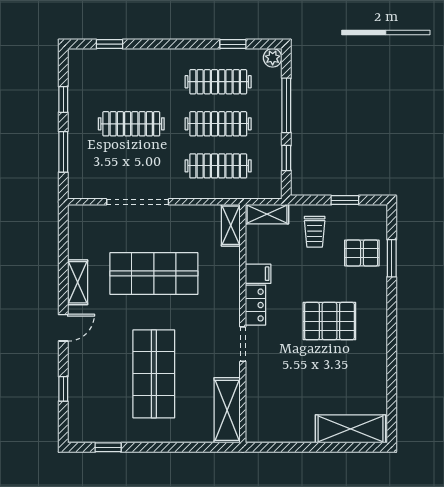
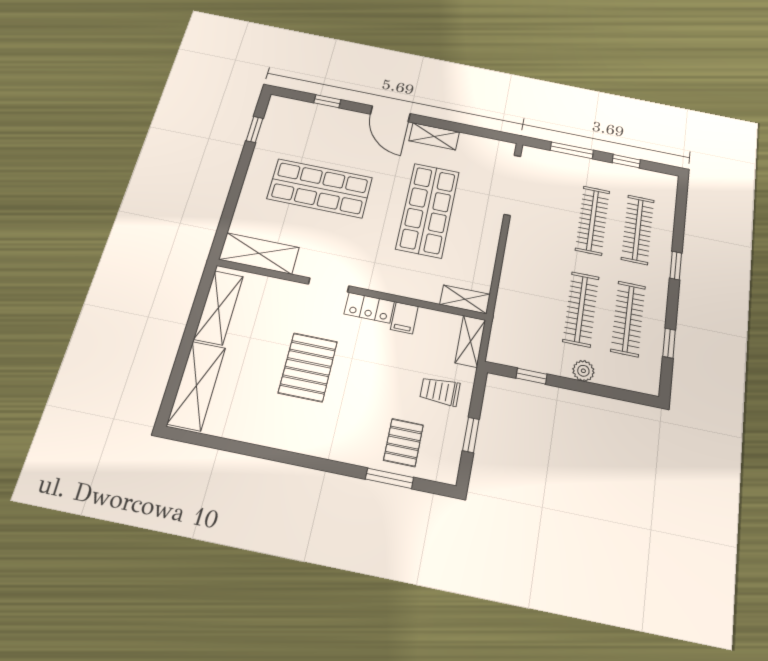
window: (110, 44) -> (676, 265), moved
plant: (273, 58) -> (583, 371), moved
window: (286, 105) -> (593, 389), removed
clothes rail: (218, 166) -> (638, 229), moved
doorway: (138, 202) -> (512, 185), moved
pallet: (329, 321) -> (308, 367), moved
door: (63, 328) -> (390, 114), width x1.38
shelving: (282, 430) -> (219, 308), added

